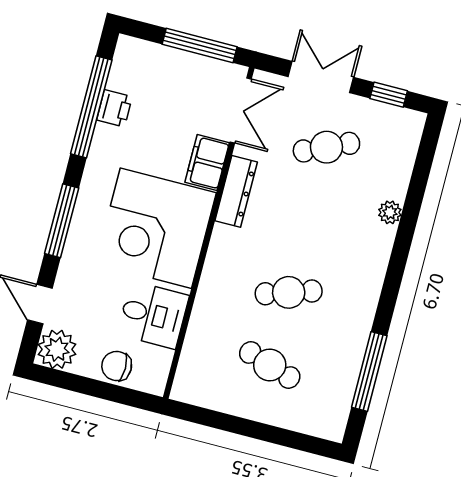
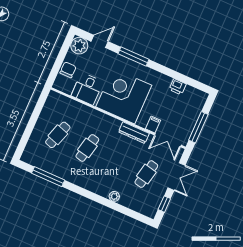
window: (91, 107) -> (180, 77), removed
cafe table: (326, 147) -> (146, 174), turned 36
filing cabinet: (207, 162) -> (153, 124), width x0.50
cafe table: (289, 292) -> (87, 148), turned 30

